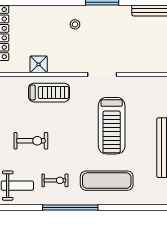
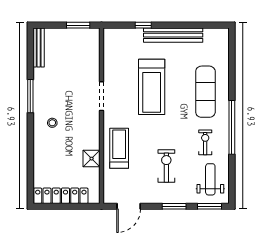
treadmill: (112, 126) -> (152, 87), turned 90

